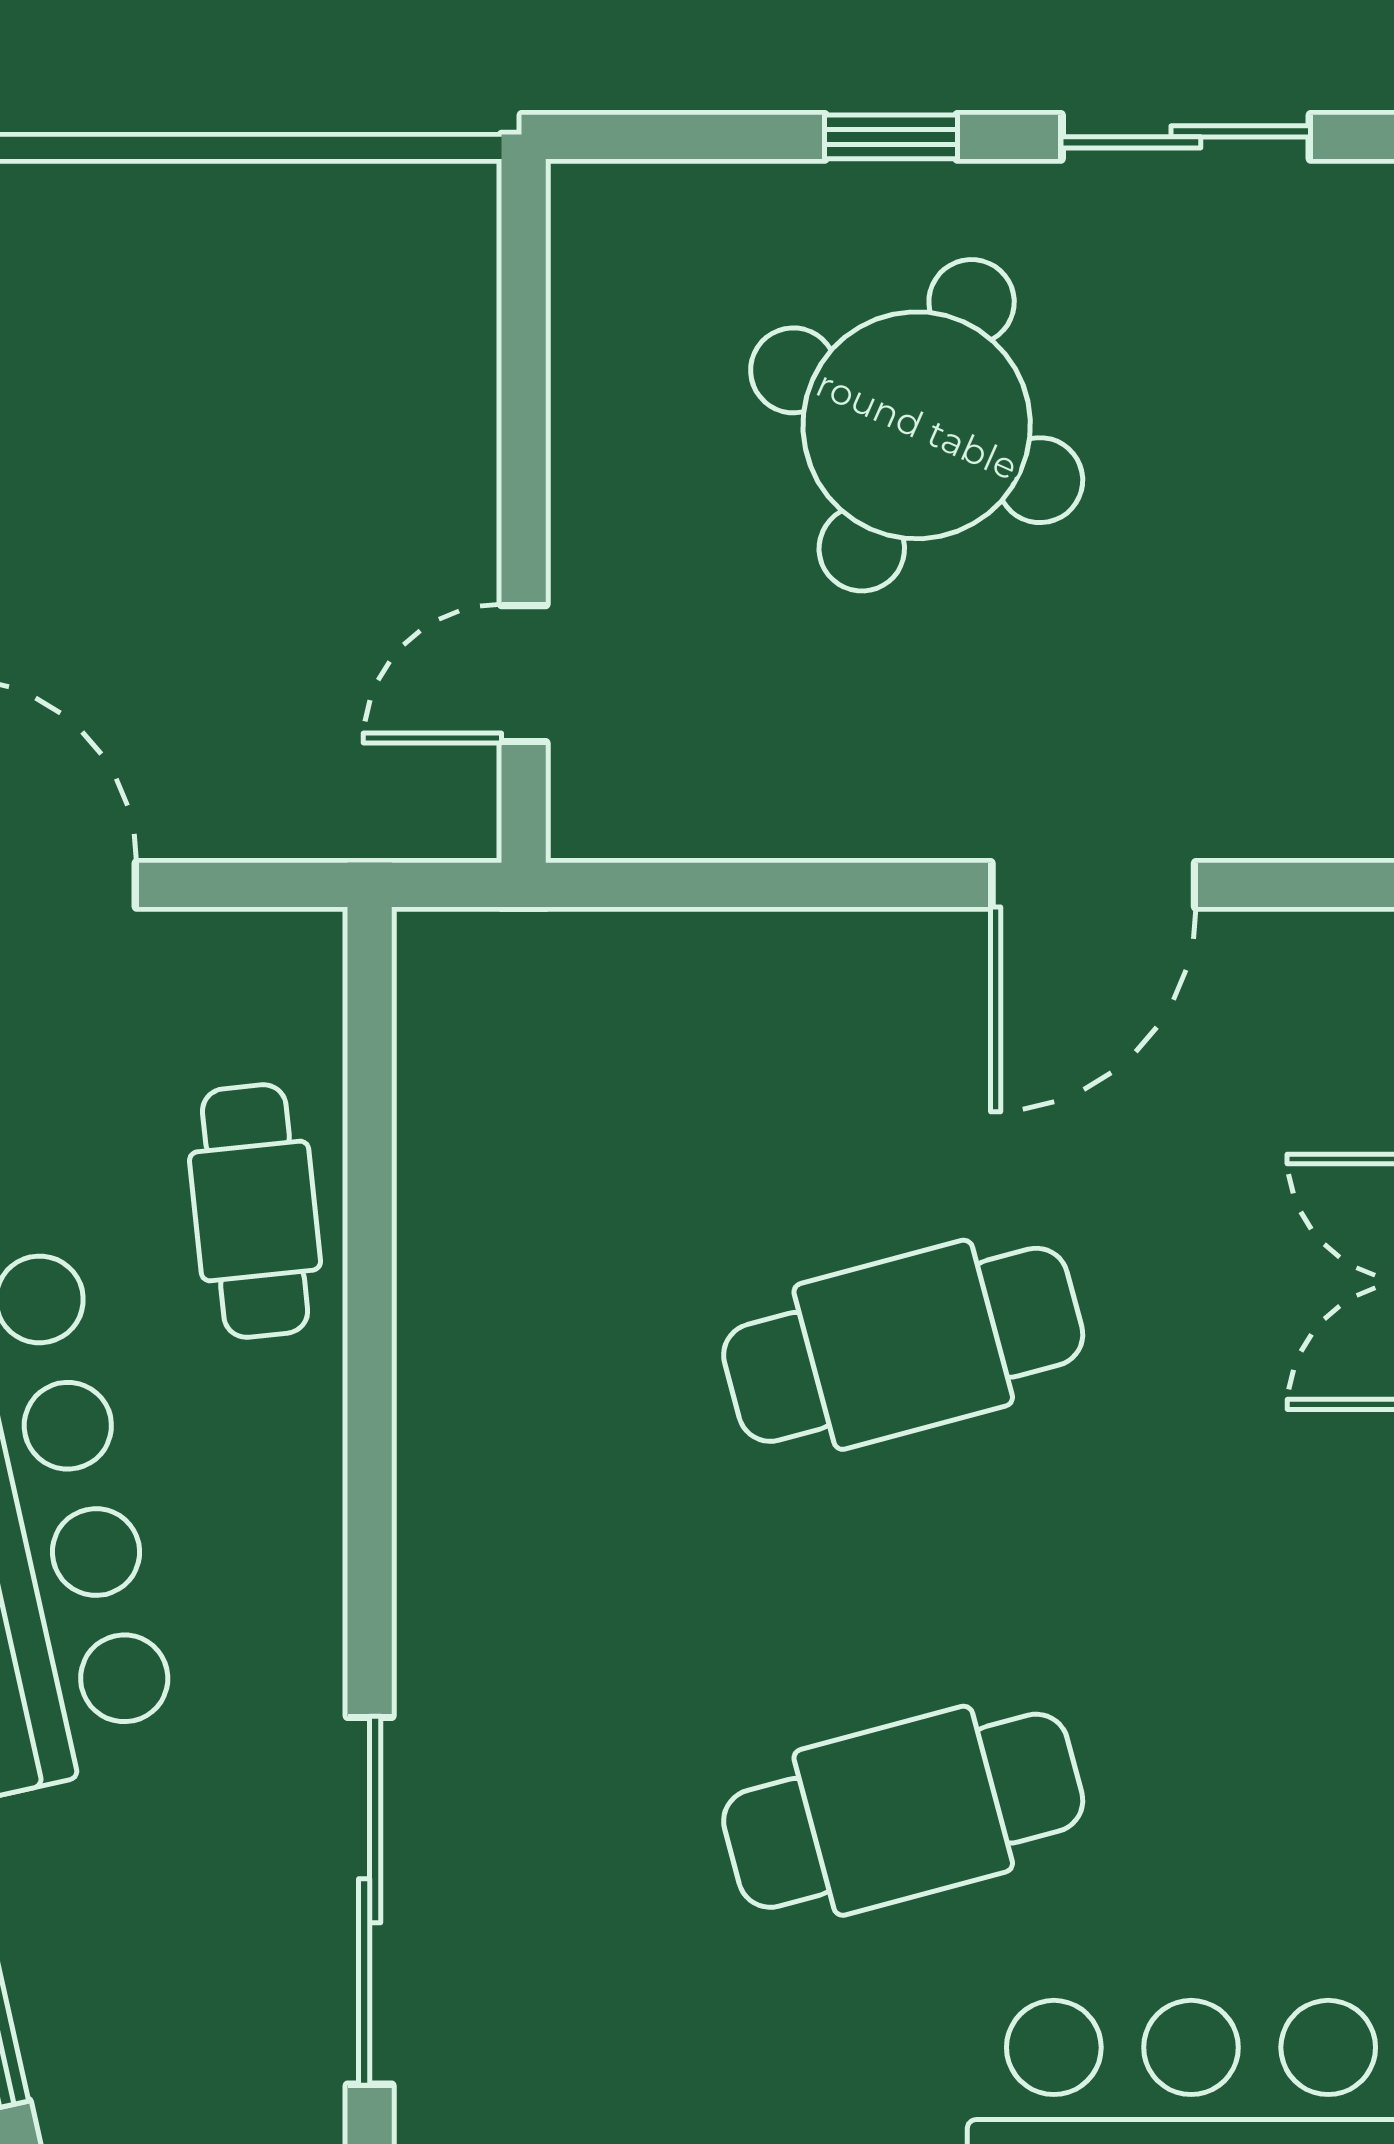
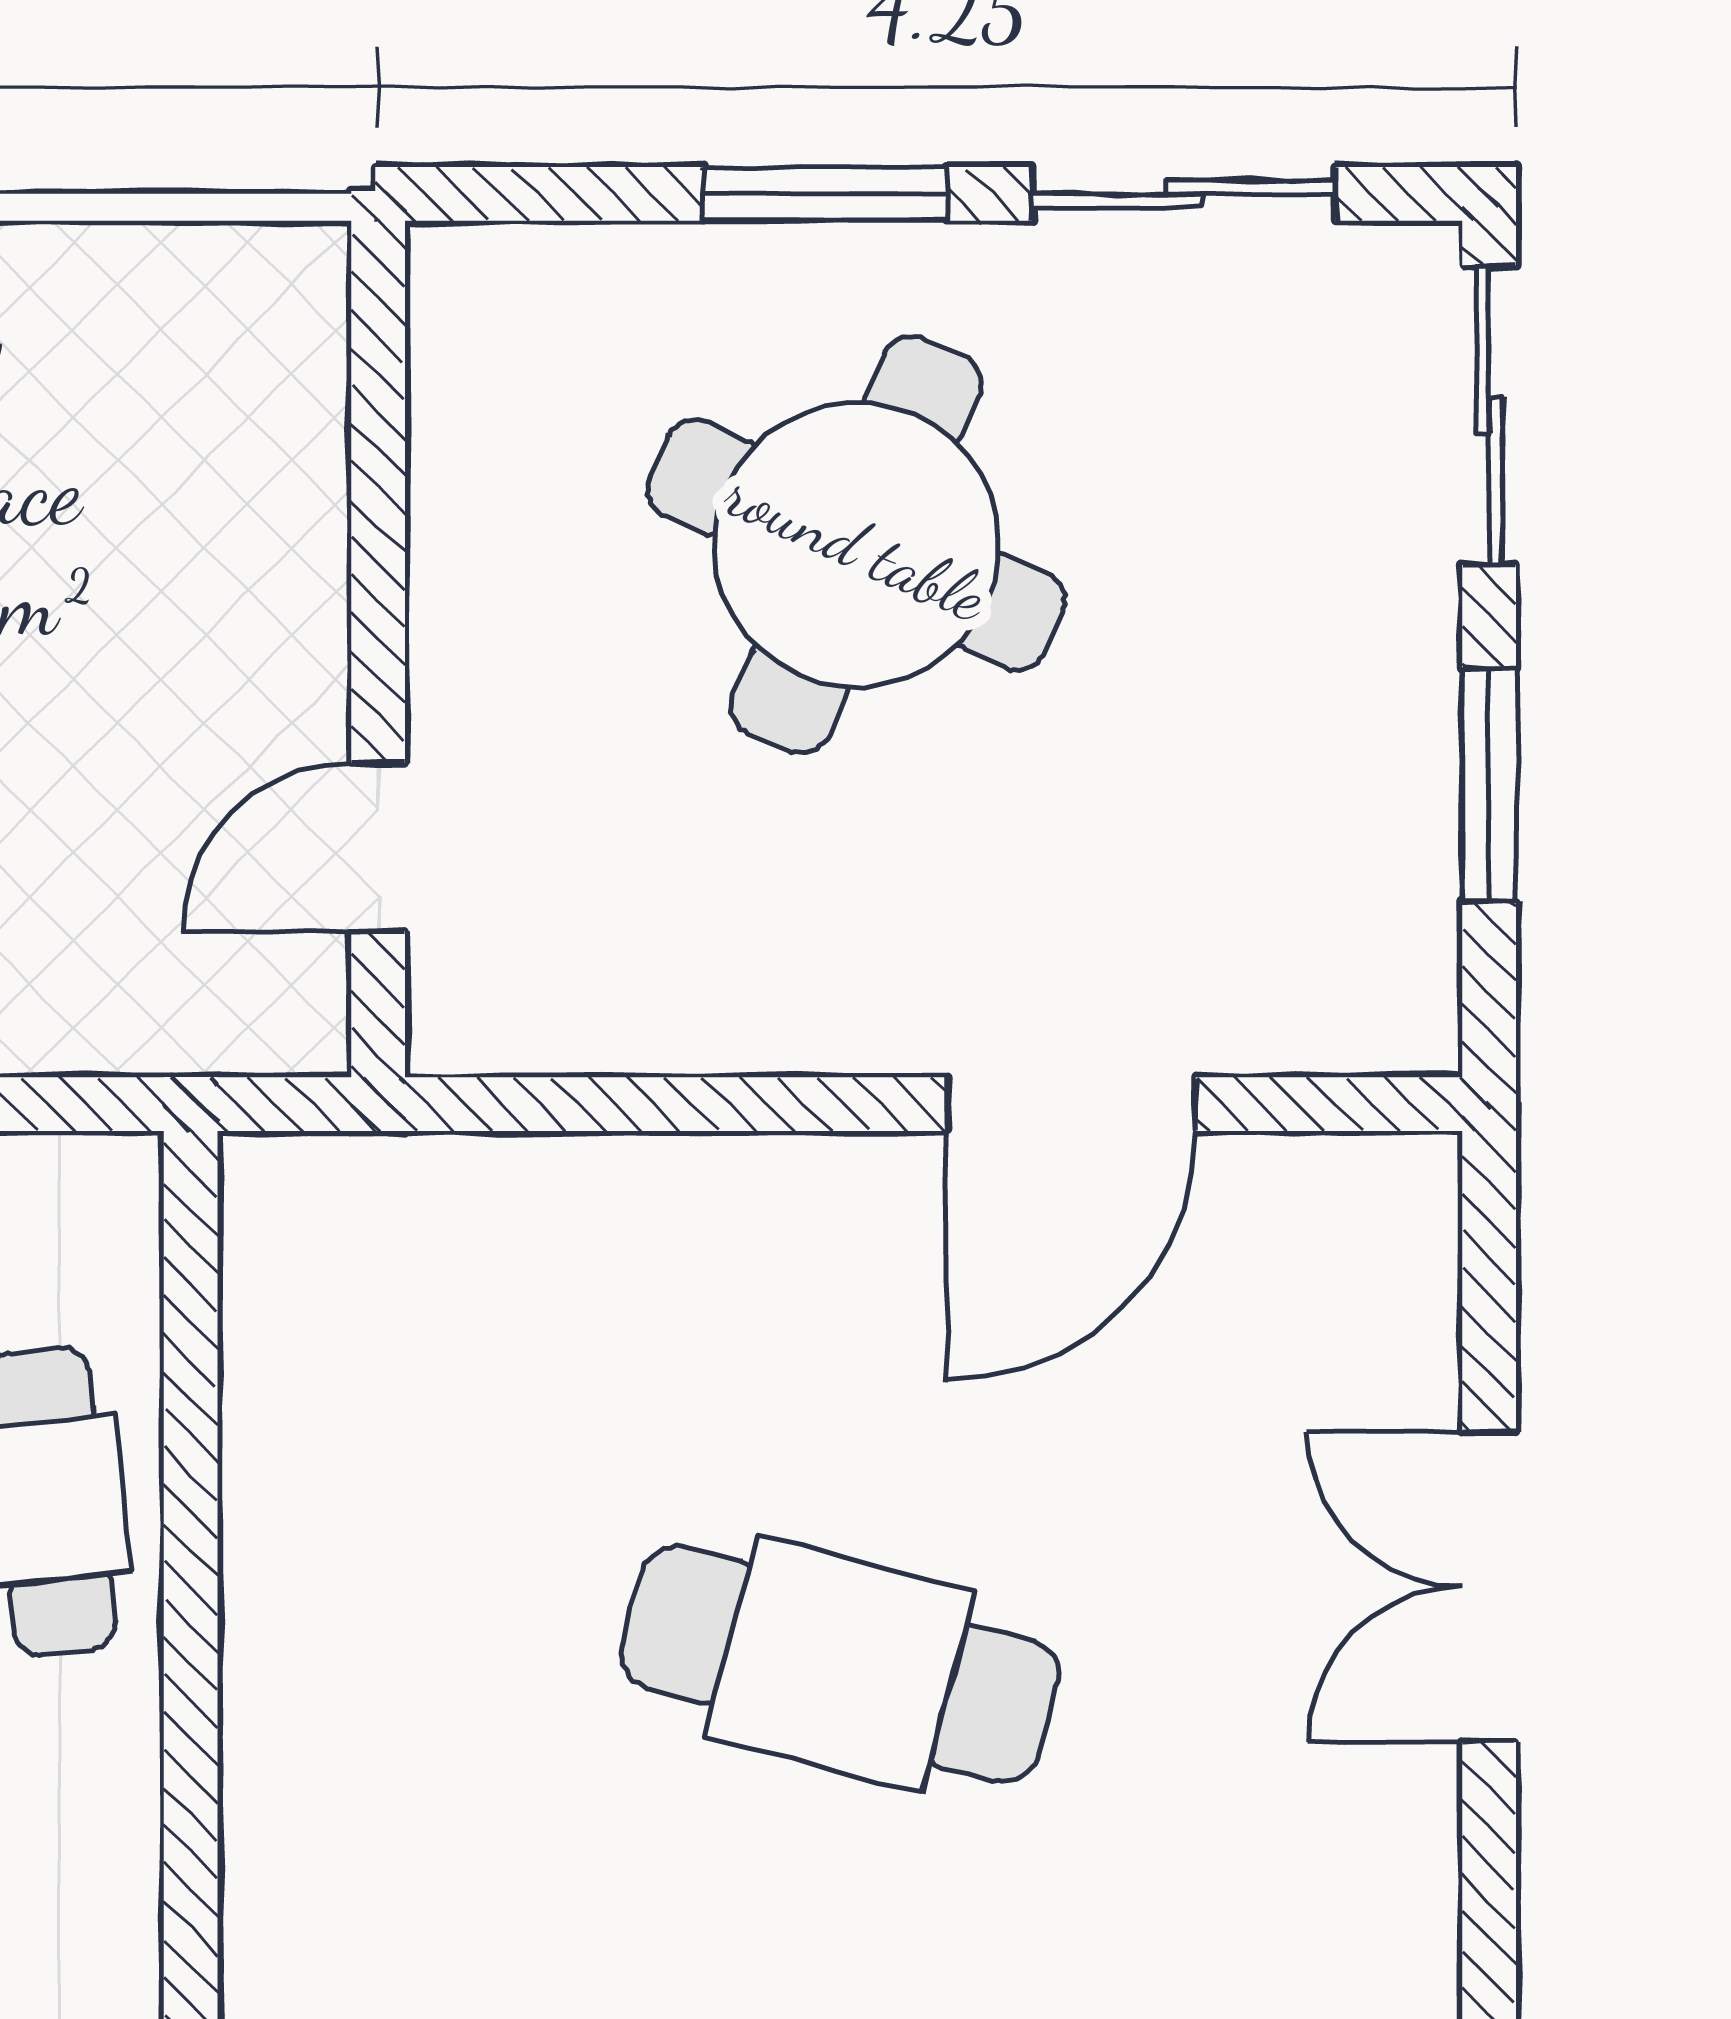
window: (891, 137) -> (825, 194), width x1.50
cafe table: (903, 1345) -> (840, 1664), turned 30

